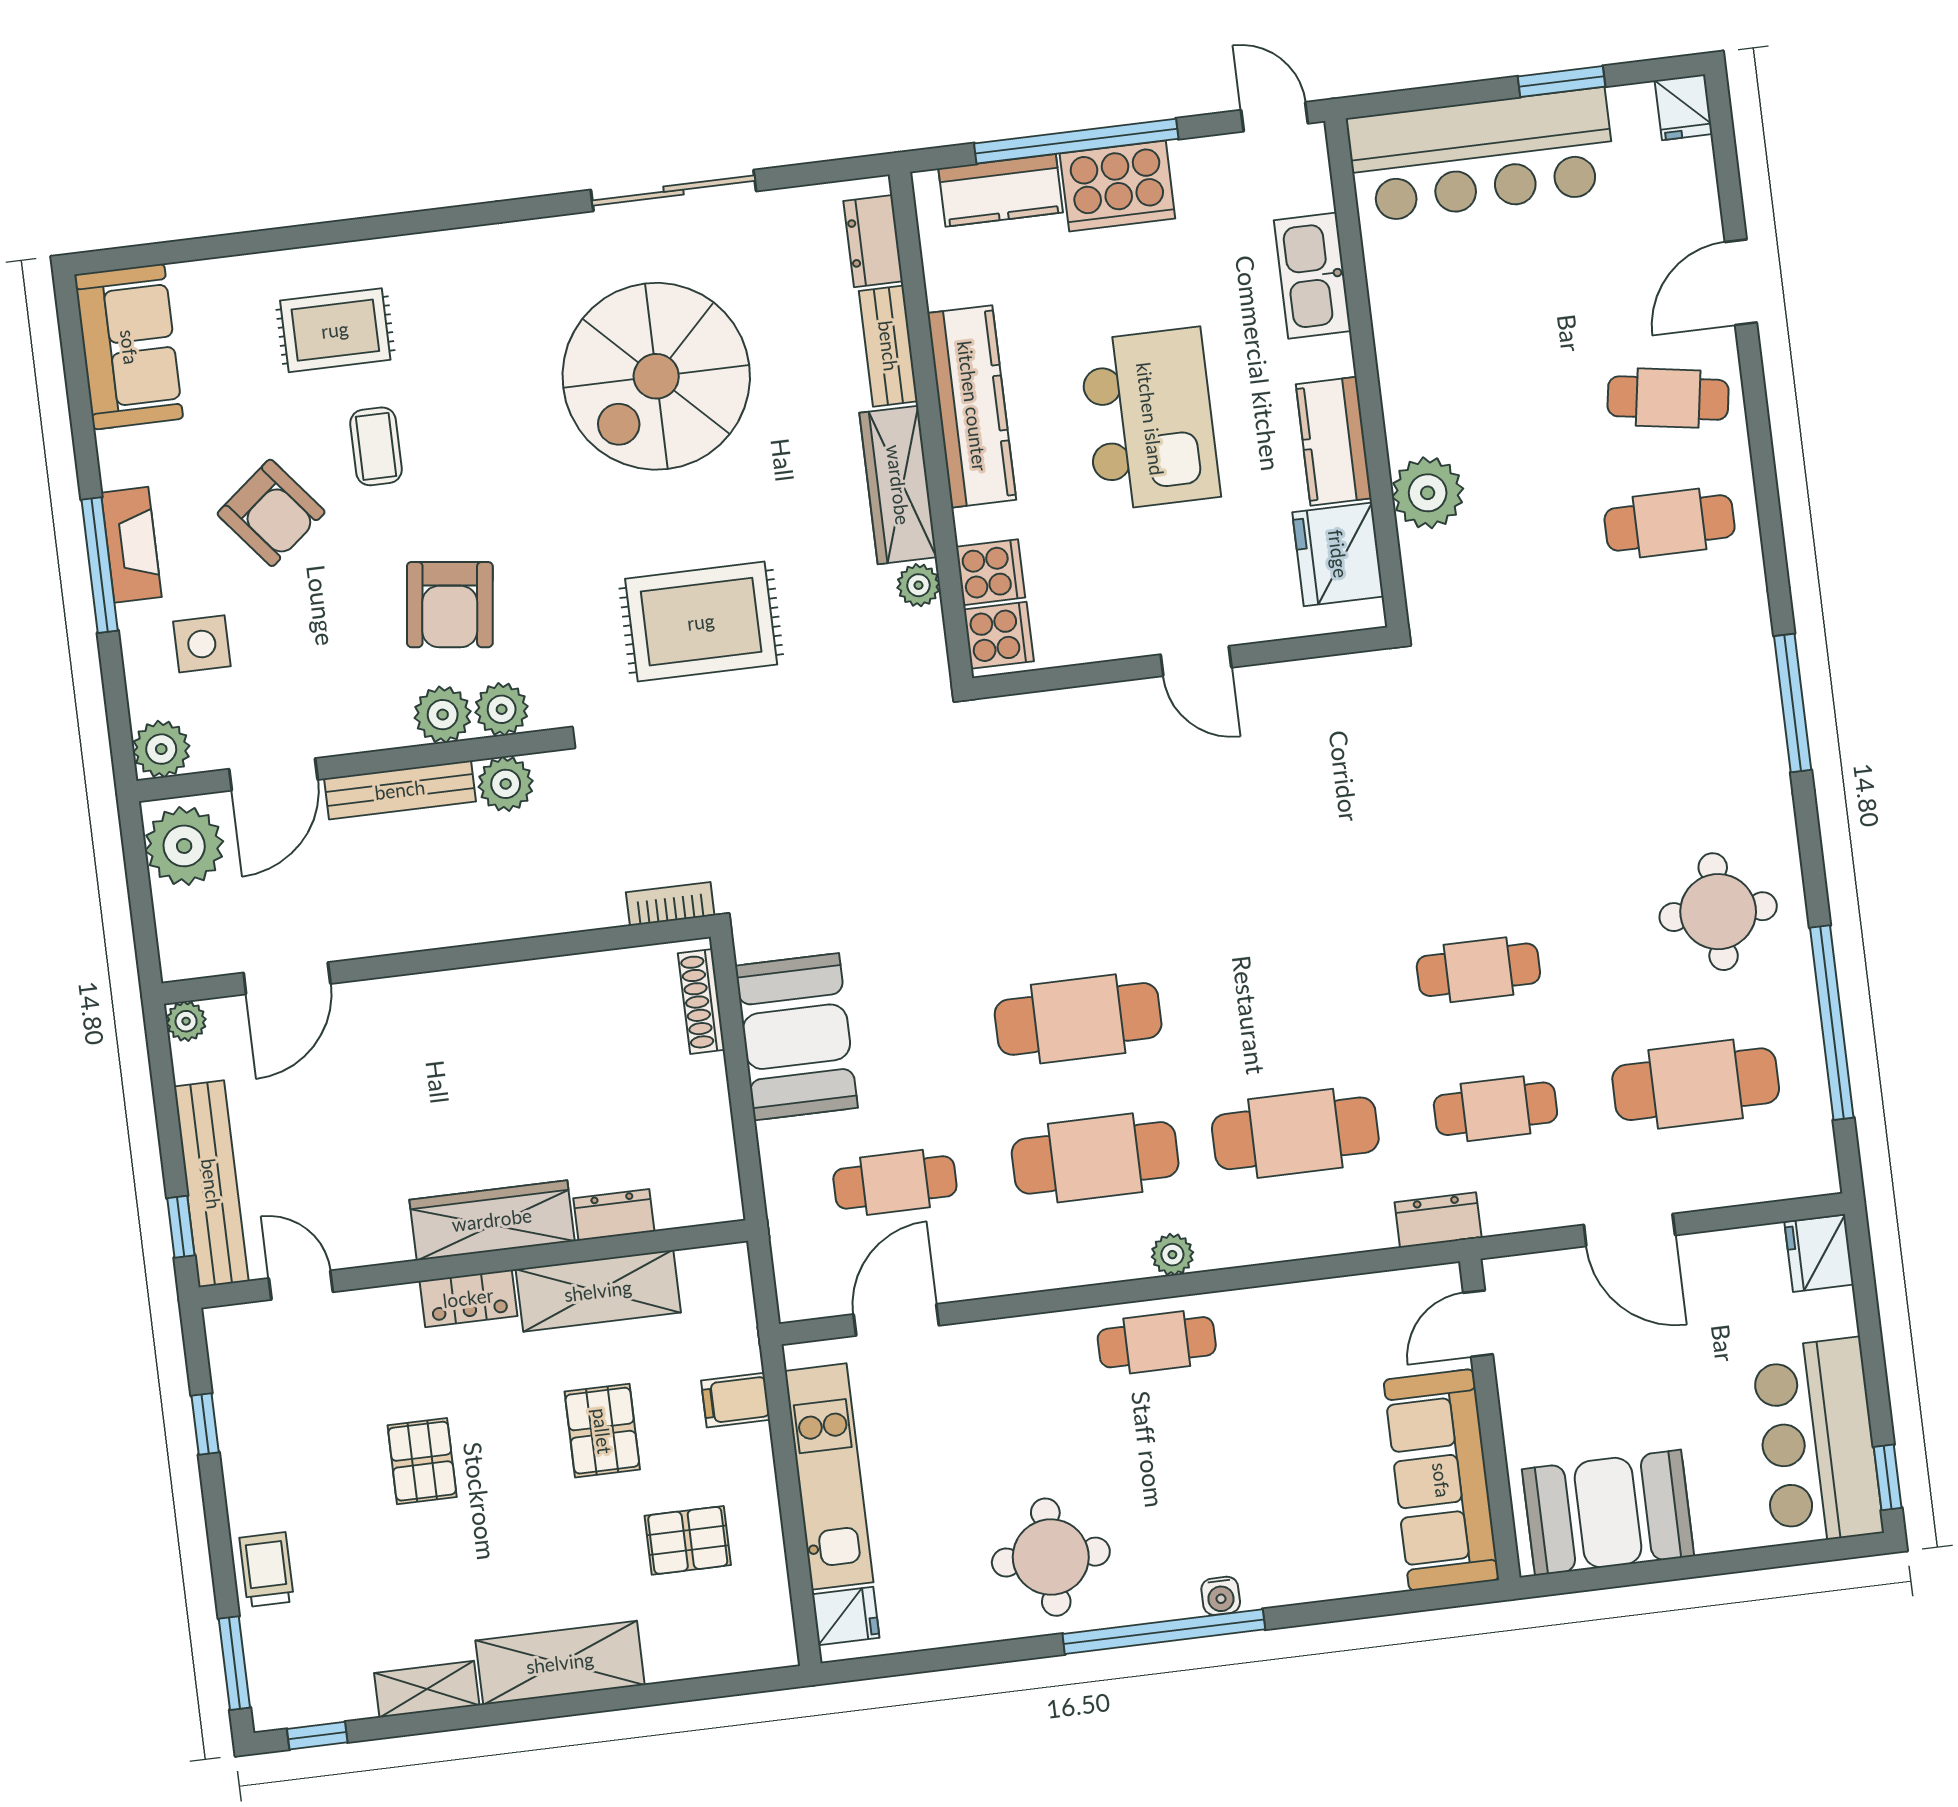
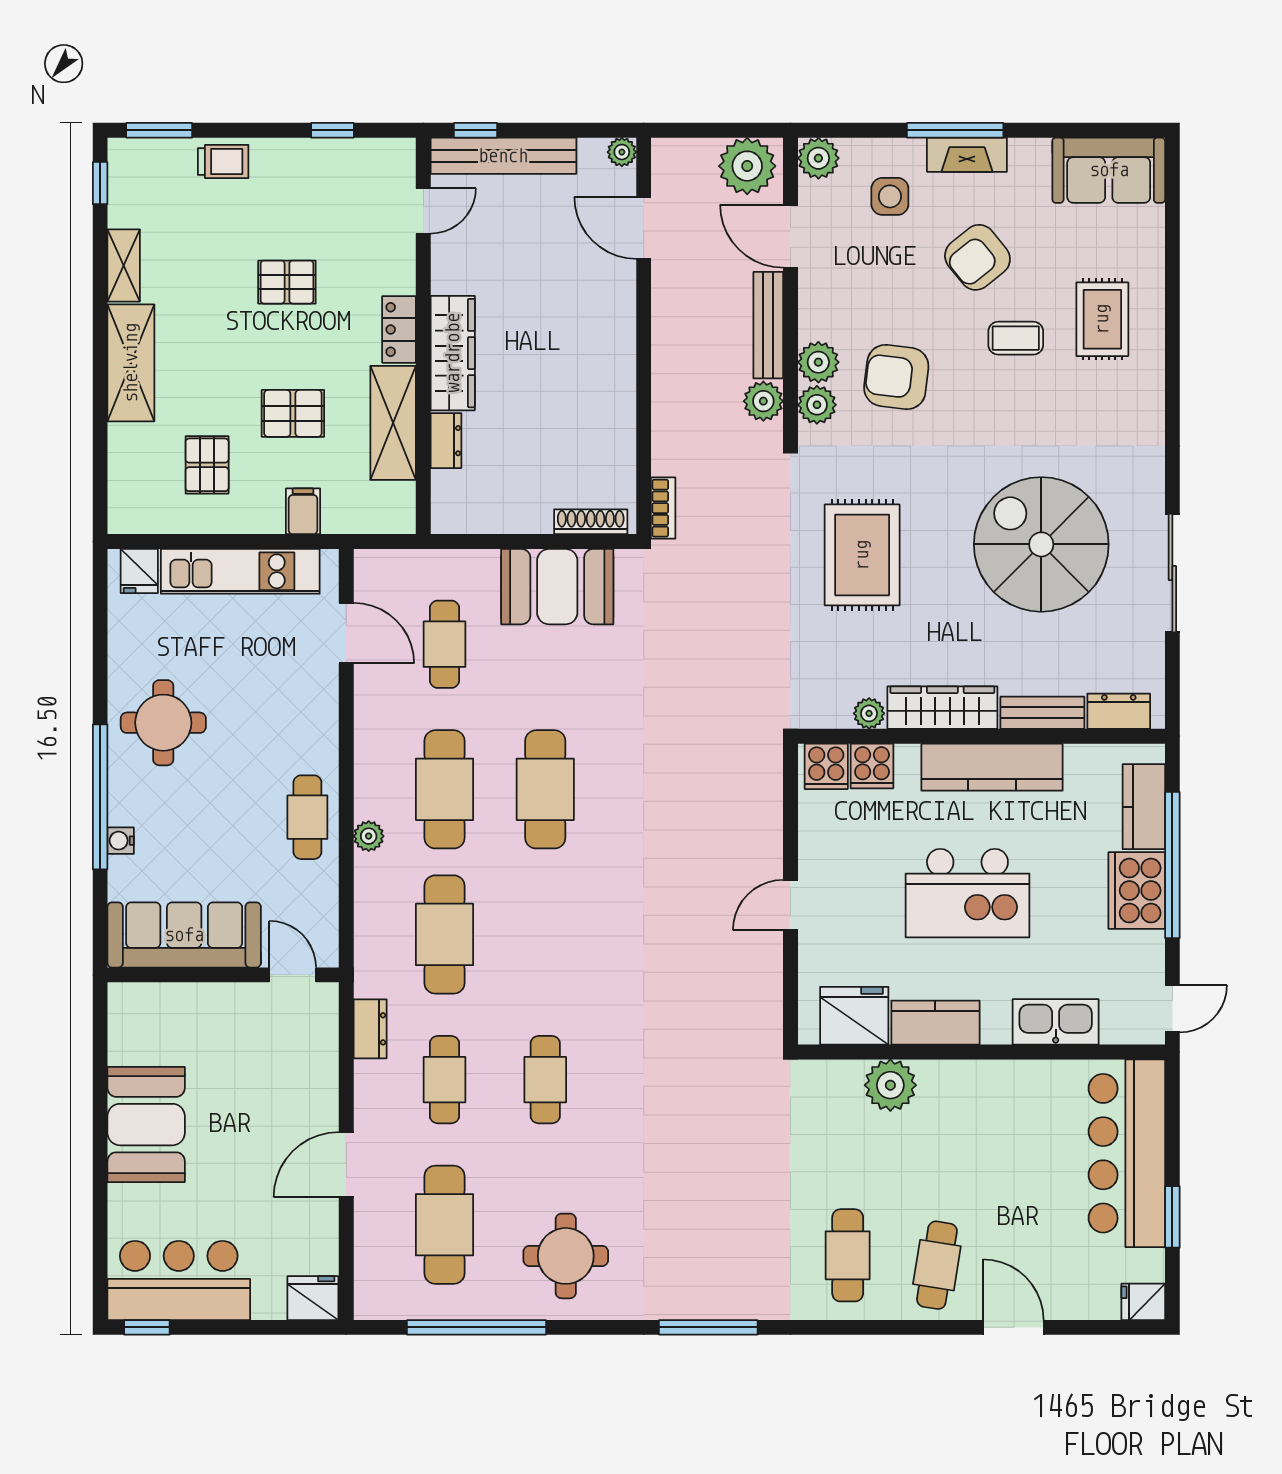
door: (1478, 1324) -> (293, 975), moved
wall: (1490, 1419) -> (223, 975), moved
sofa: (1441, 1480) -> (184, 935), moved

